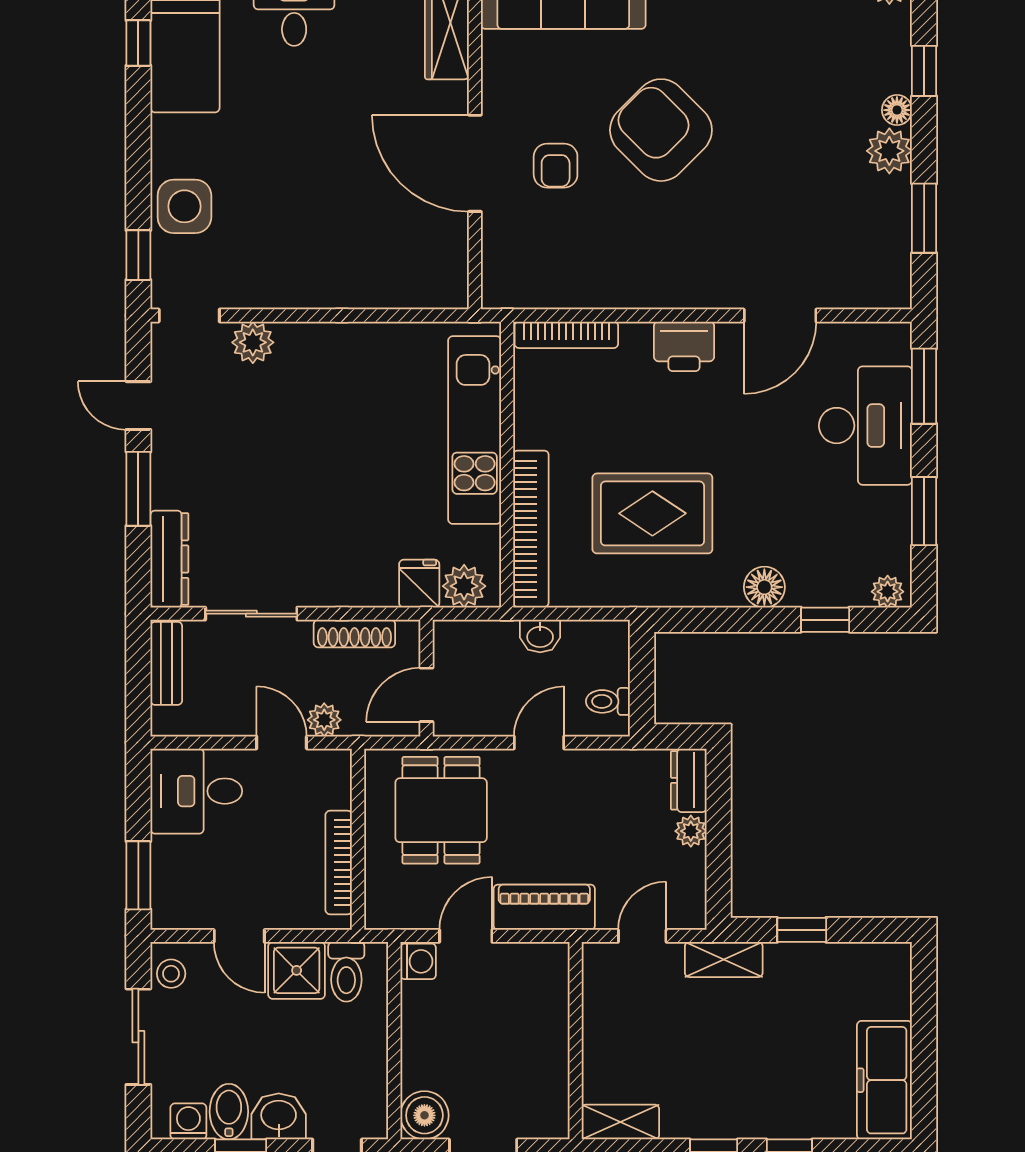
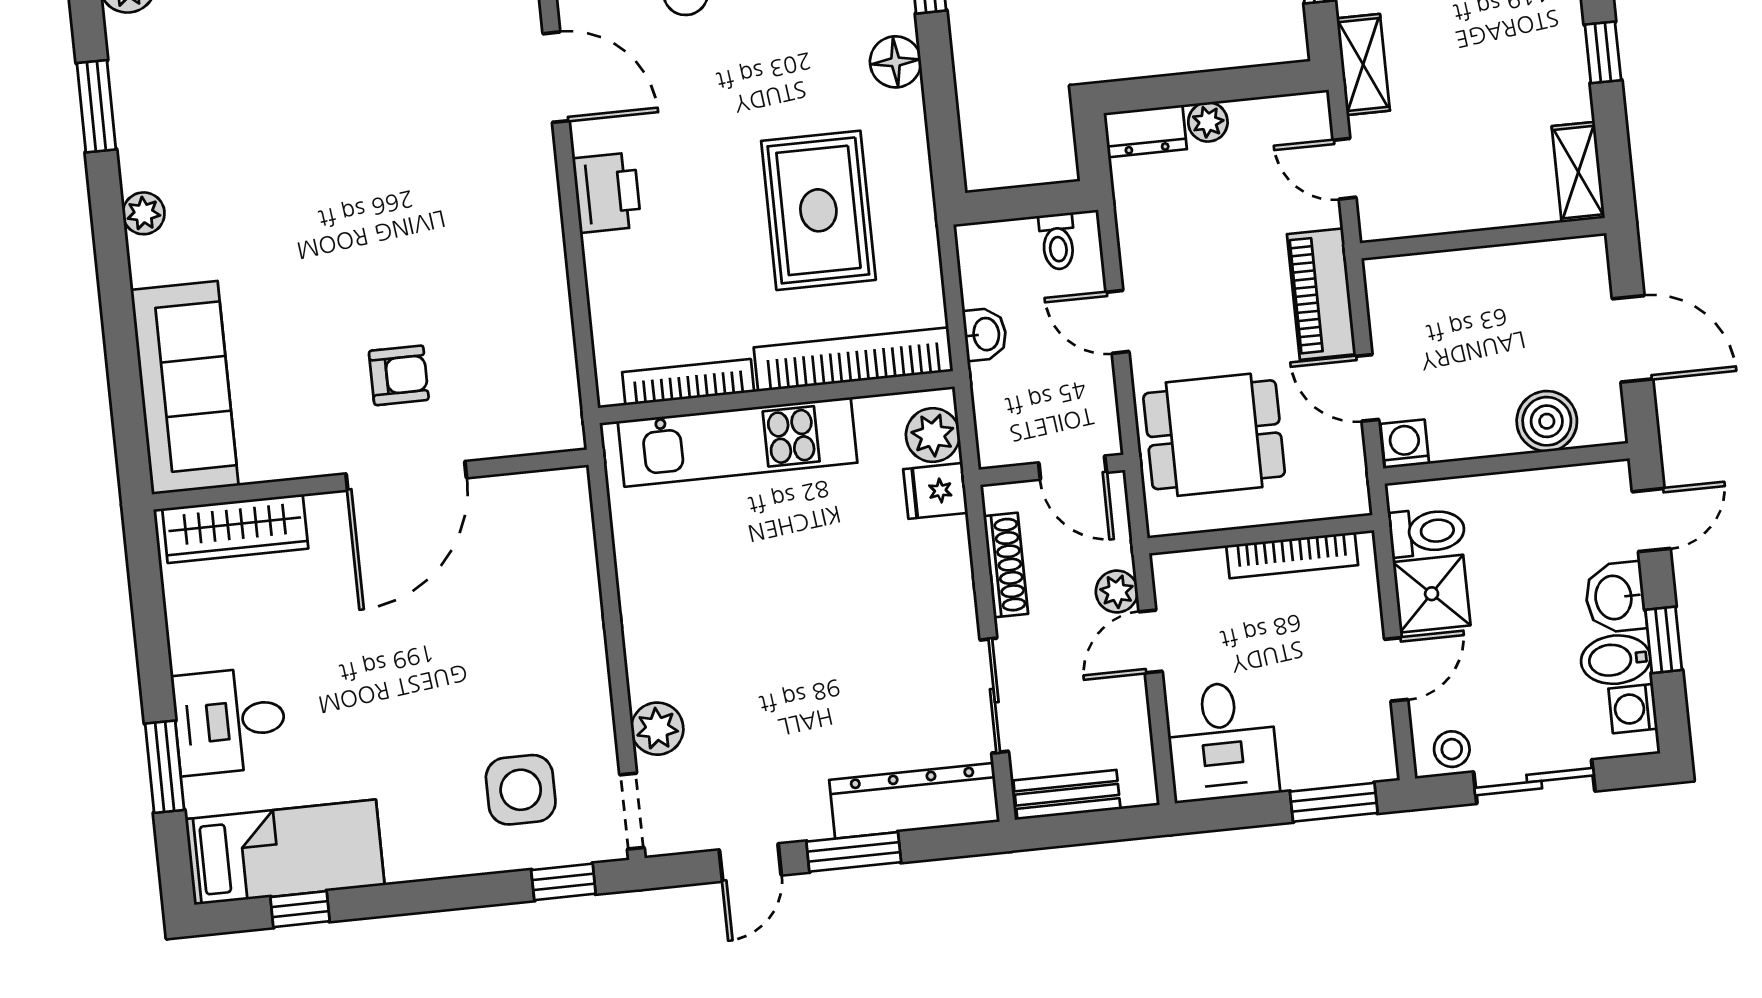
armchair: (661, 130) -> (341, 249), removed
side table: (184, 206) -> (521, 790), moved
bookcase: (566, 335) -> (688, 382), moved, turned -90
dresser: (169, 559) -> (914, 801), width x1.37, depth x1.24
boiler: (424, 1115) -> (1547, 421), moved

